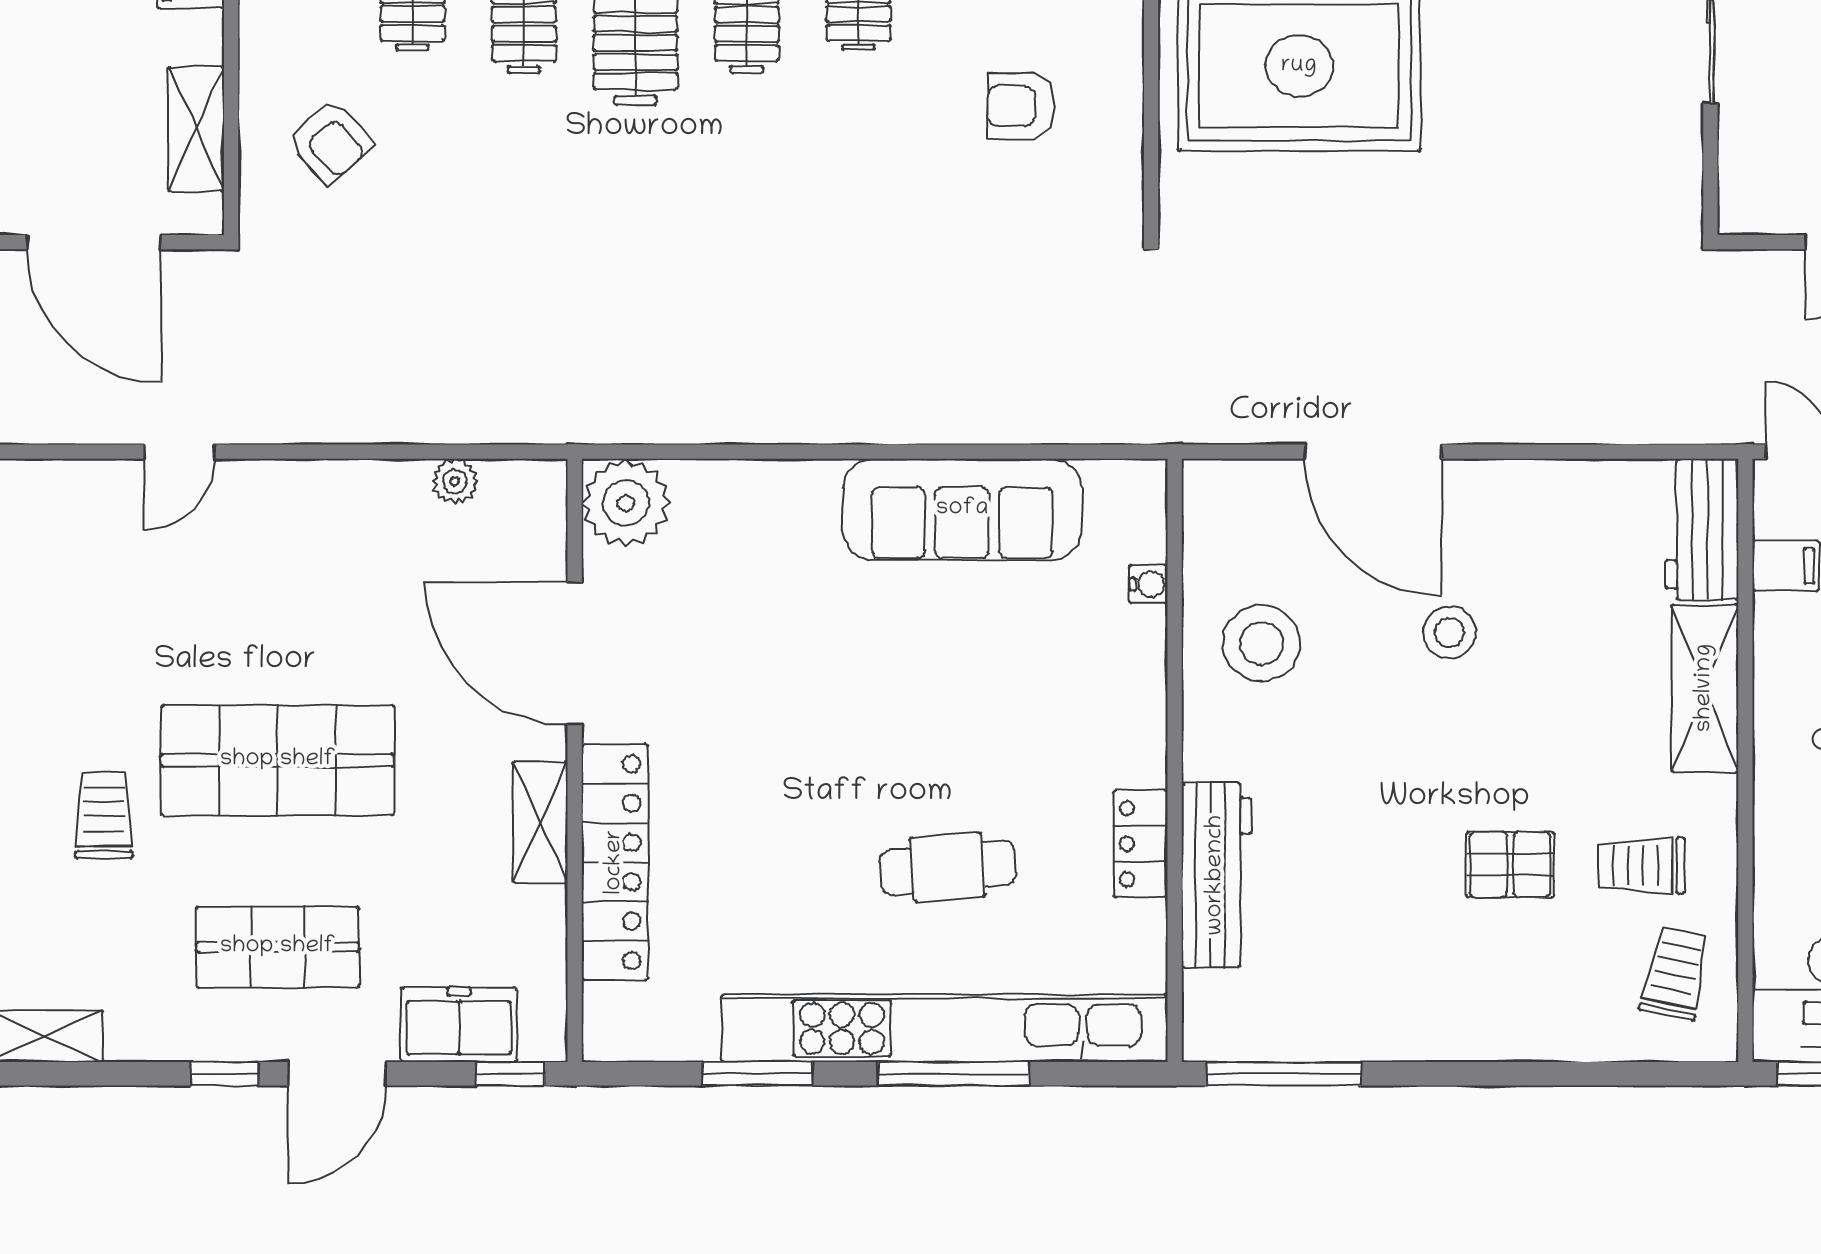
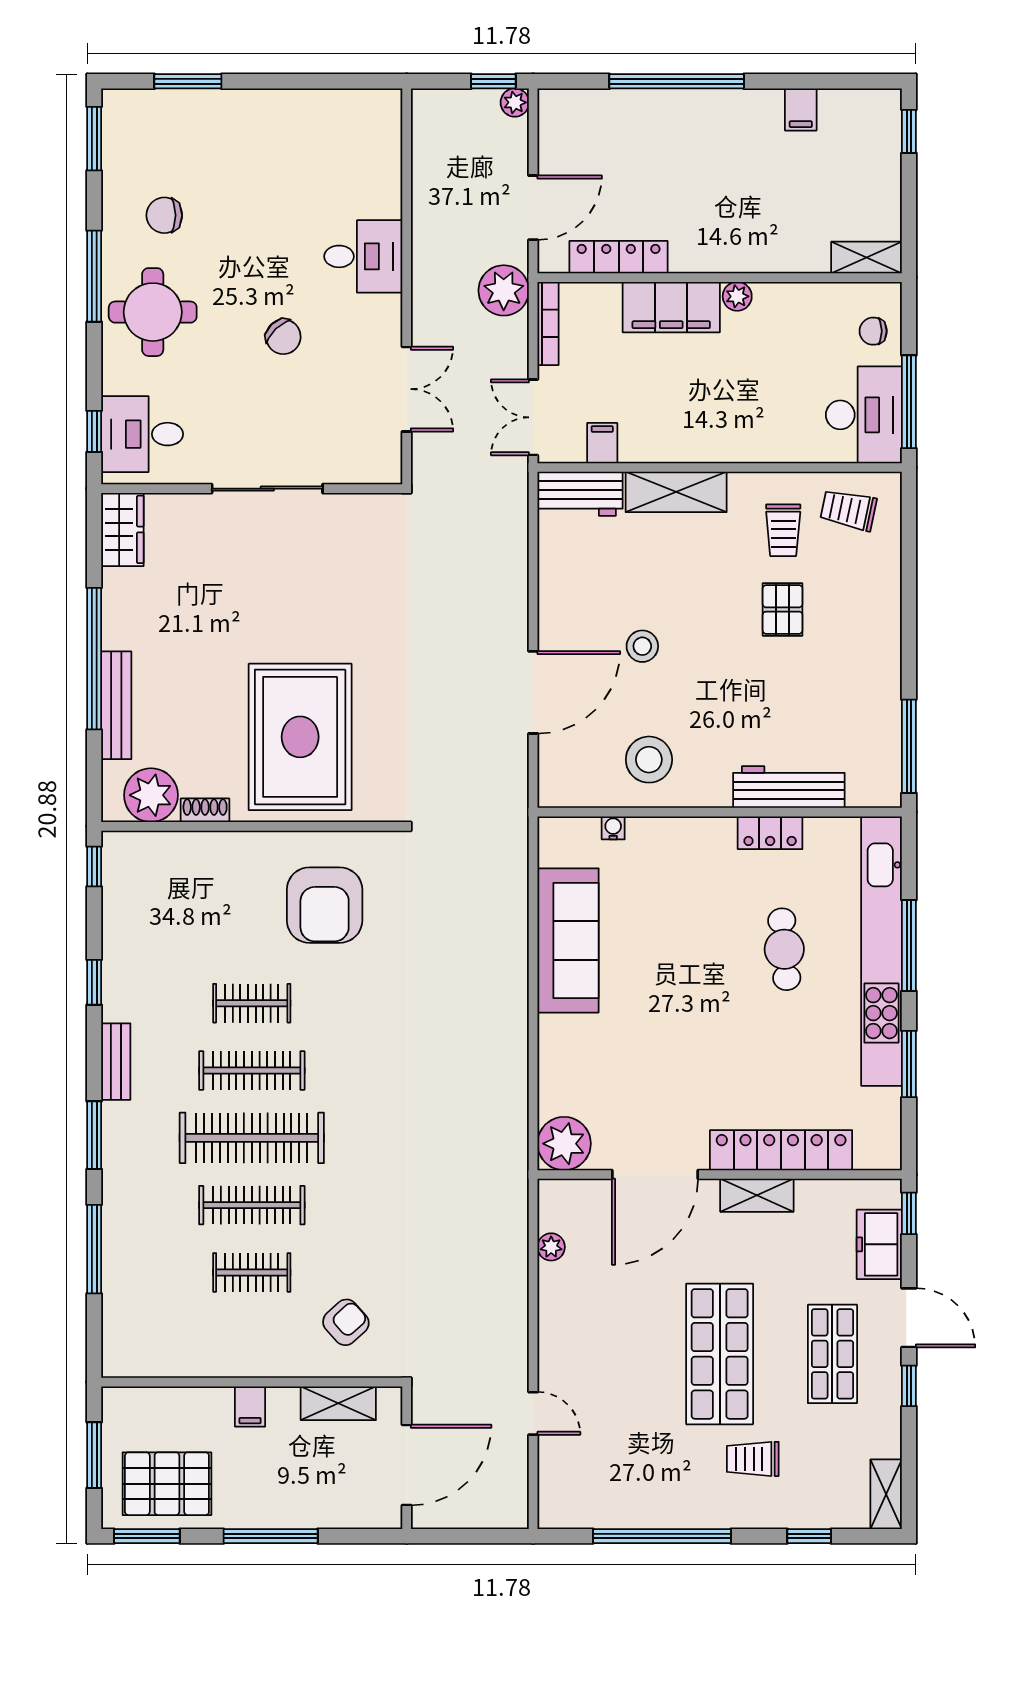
armchair: (1021, 106) -> (325, 905), width x1.88, depth x1.88

